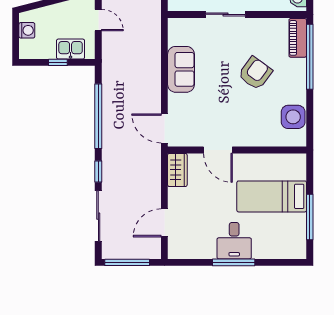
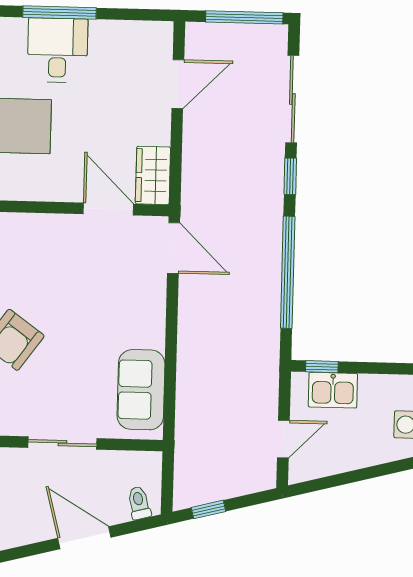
door: (98, 20) -> (283, 439), swing flipped
window: (58, 62) -> (322, 367), moved
sofa: (181, 69) -> (141, 390), moved
door: (218, 150) -> (108, 209), moved

